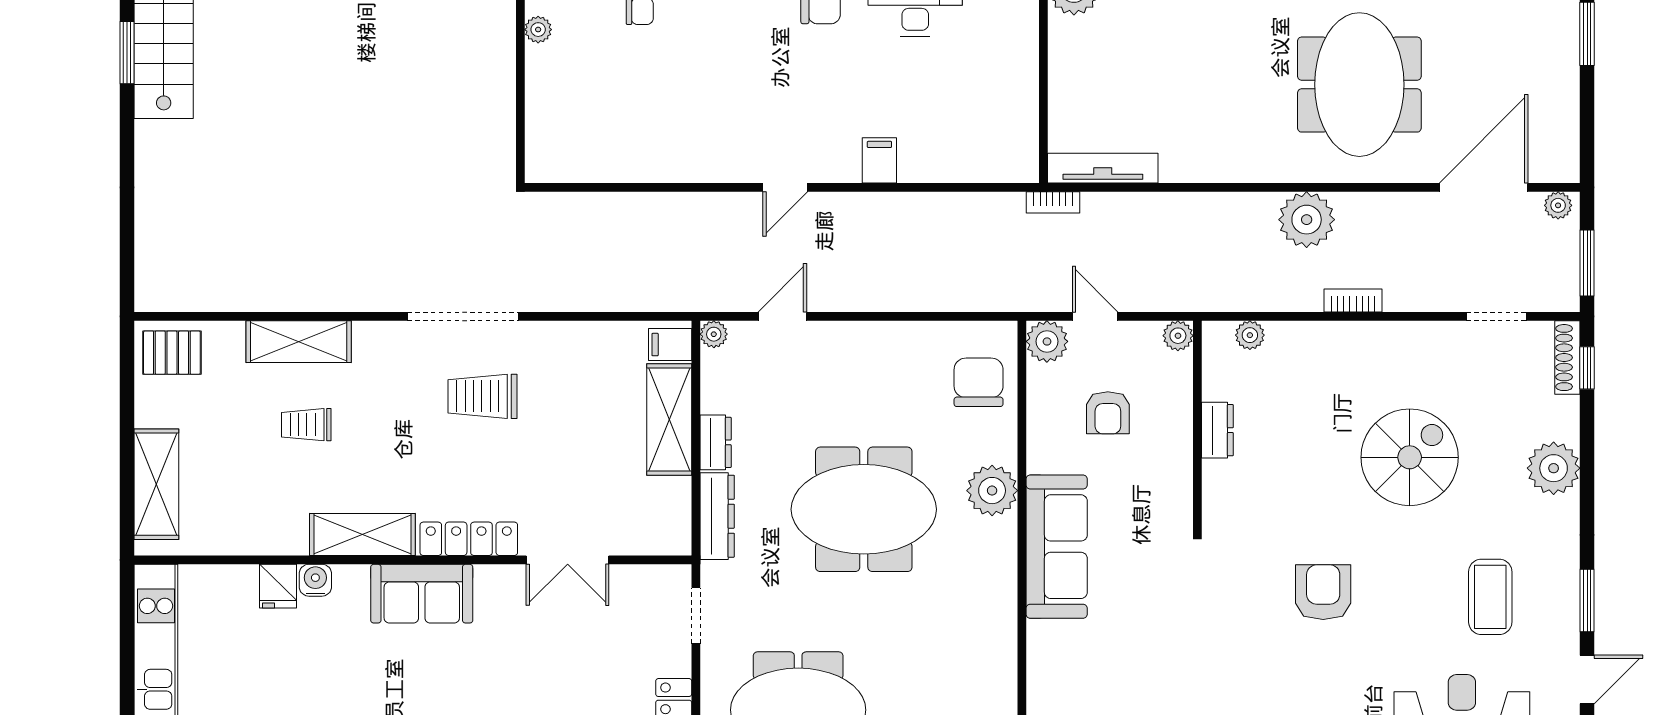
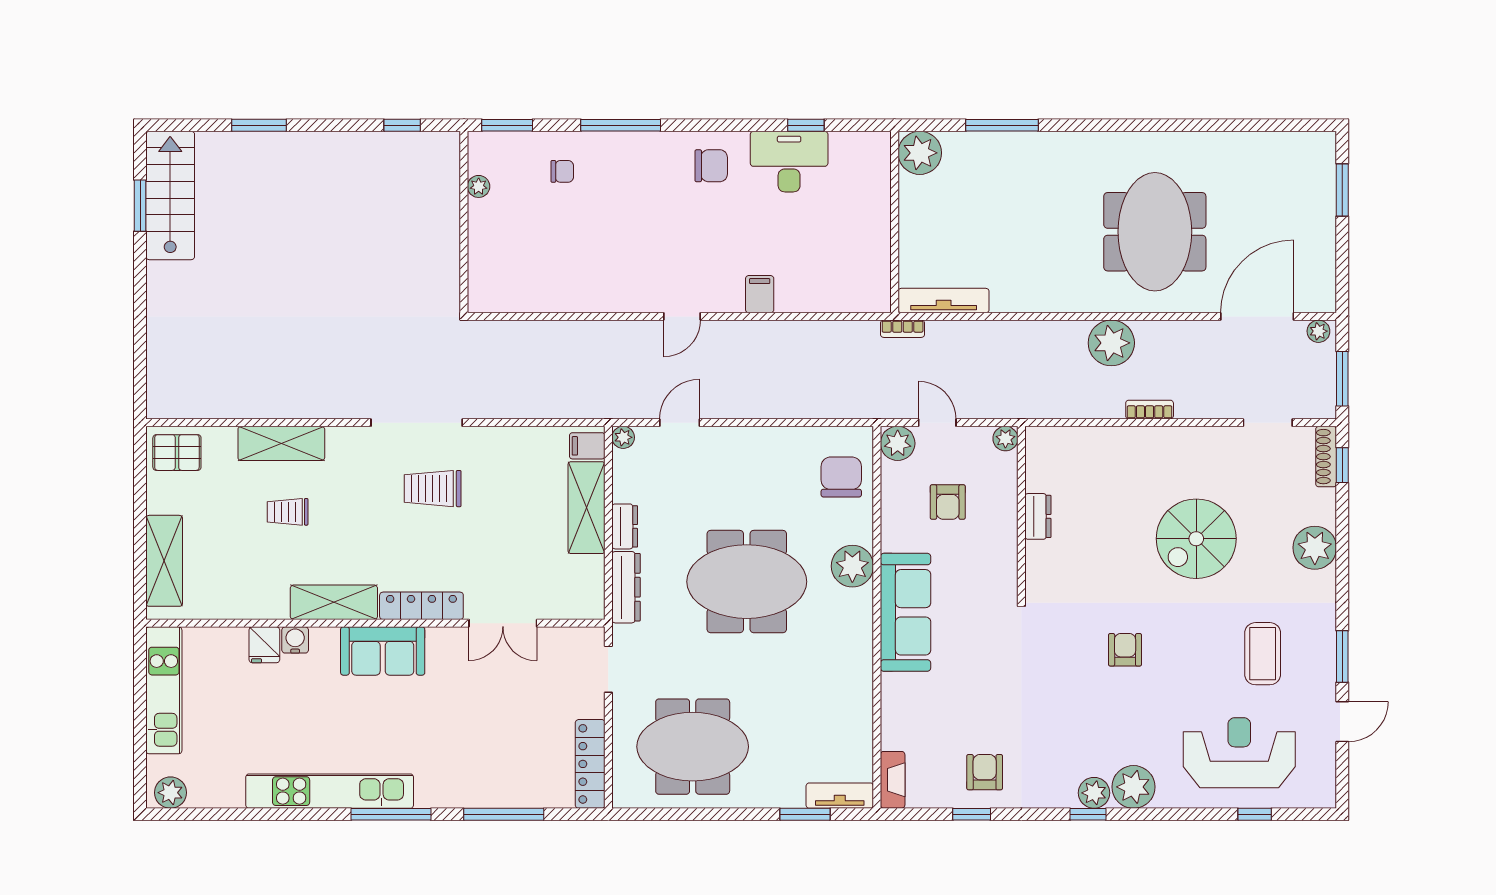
plant: (1250, 335) -> (1065, 438), removed
spiral stairs: (1410, 457) -> (1196, 539), turned 180
armchair: (1323, 592) -> (1125, 650), width x0.72, depth x0.72

